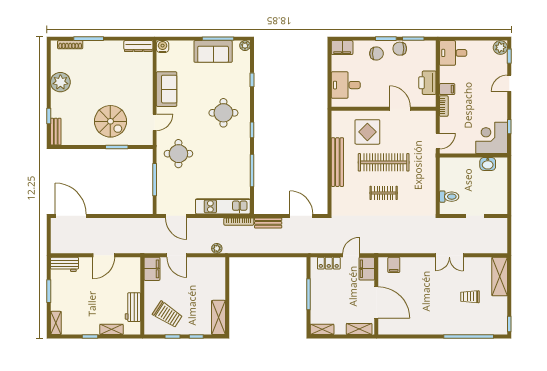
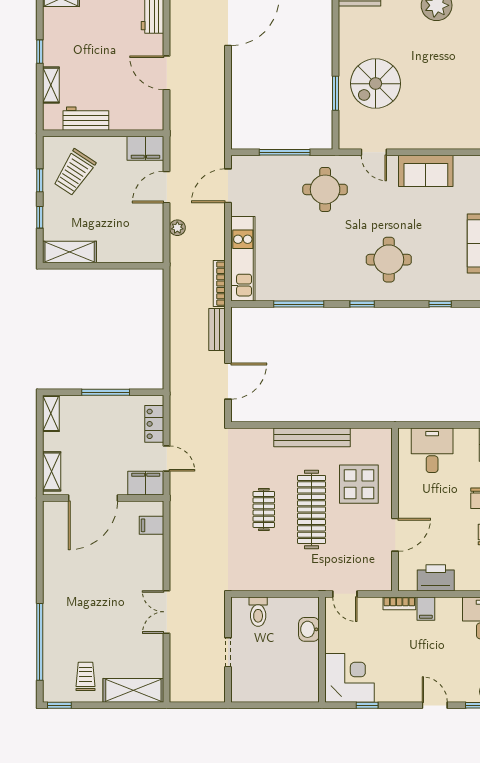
washbasin: (488, 164) -> (309, 629), moved
plant: (217, 248) -> (177, 228), moved
trolley: (470, 297) -> (85, 676), moved

